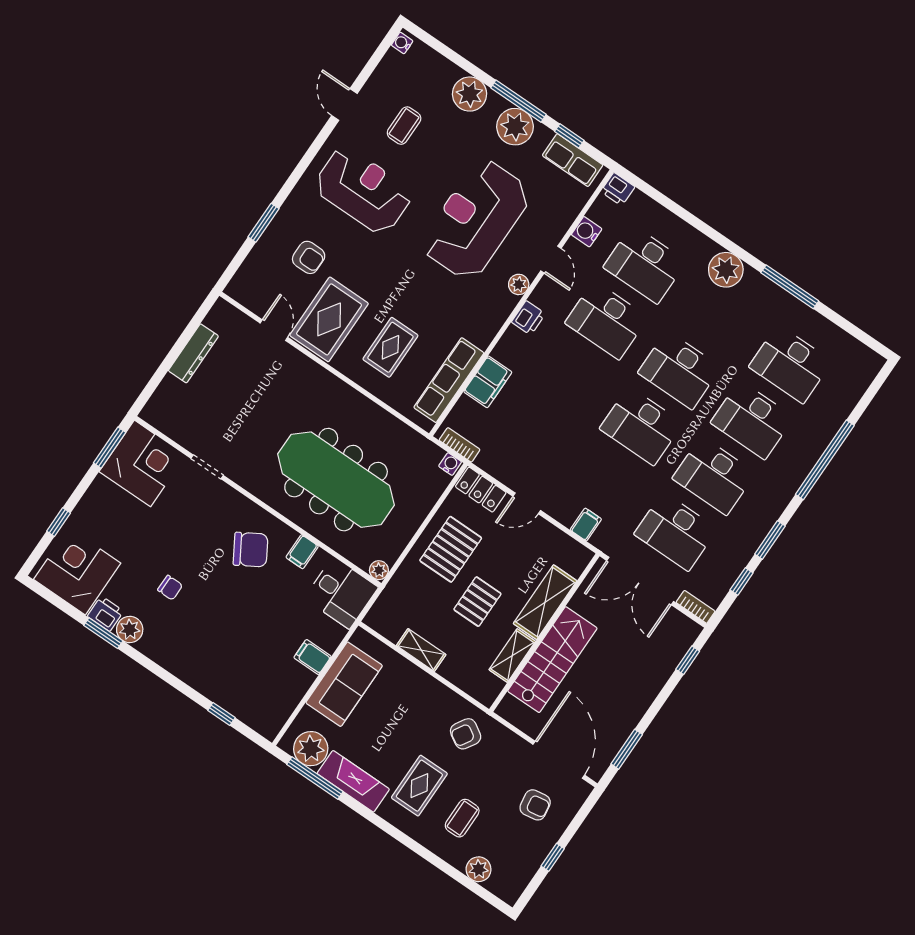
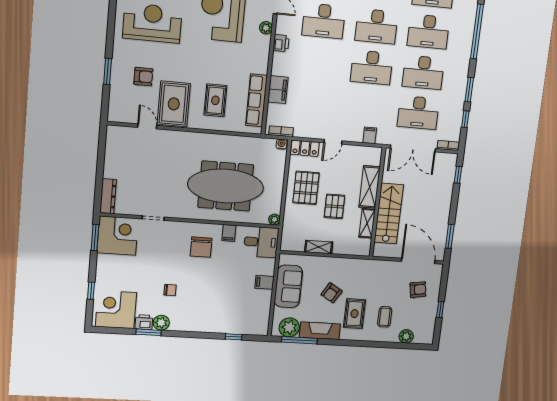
dresser: (193, 353) -> (108, 196), moved
chair: (251, 550) -> (201, 247), turned 121
armchair: (466, 734) -> (331, 293), moved

